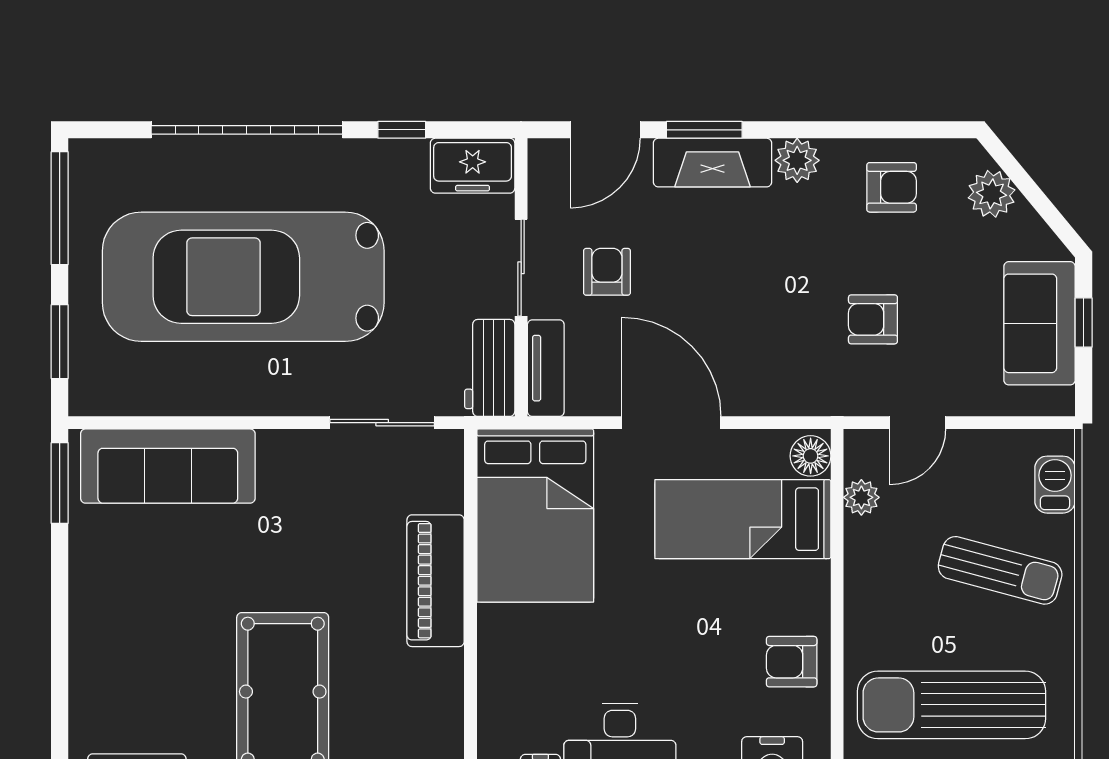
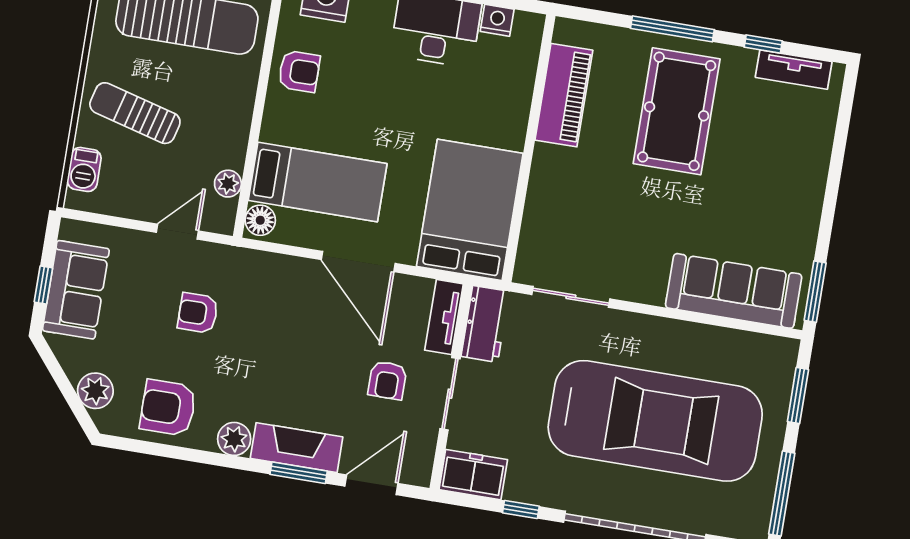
armchair: (892, 187) -> (168, 408), width x1.38, depth x1.38
armchair: (873, 319) -> (198, 313), turned 180
piano: (436, 581) -> (564, 95), moved

